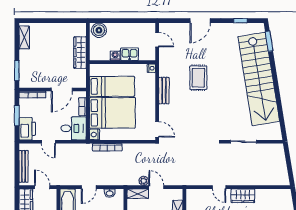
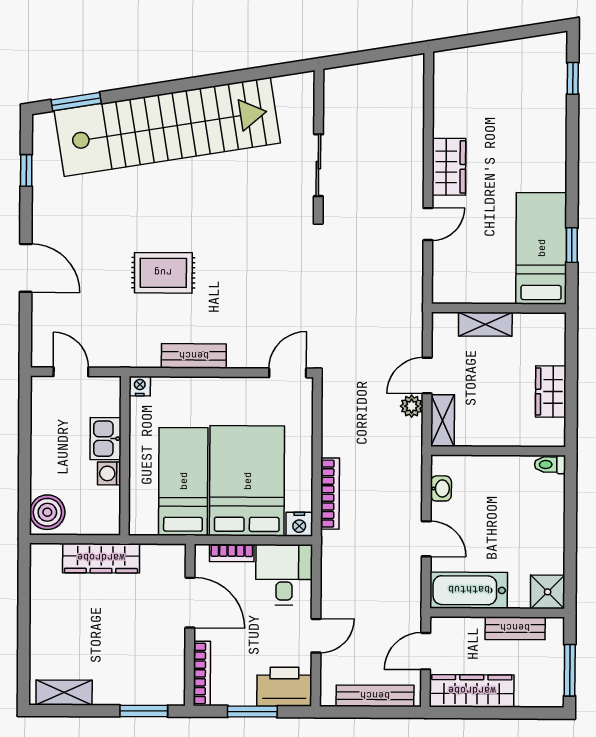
door: (157, 40) -> (71, 372), hinge flipped

